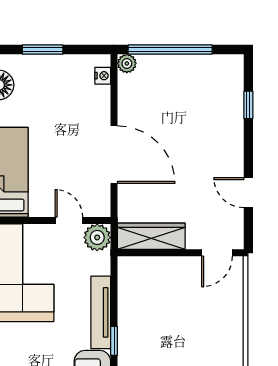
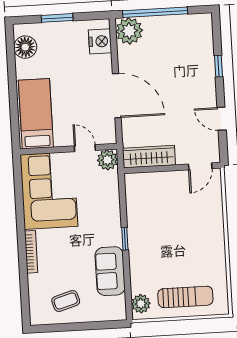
plant: (127, 63) -> (129, 31), width x1.88, depth x1.88
nightstand: (103, 76) -> (100, 41), width x1.89, depth x1.79
window: (248, 105) -> (219, 66), moved
tv unit: (101, 312) -> (113, 217), removed

